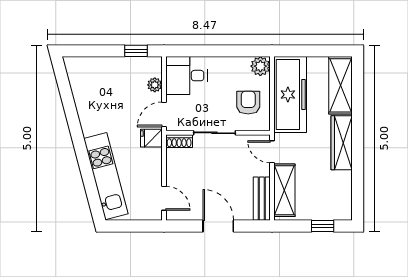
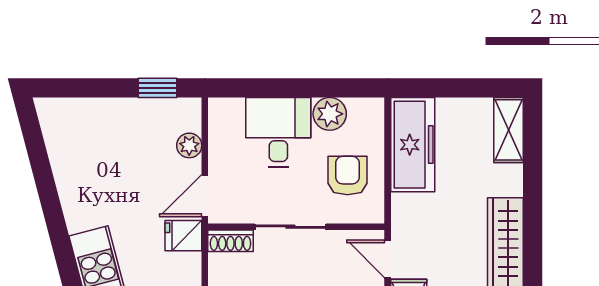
plant: (260, 66) -> (330, 114), moved
desk: (186, 76) -> (278, 132), moved, turned 90
shelving: (340, 85) -> (509, 130), width x0.67, depth x0.75
freezer: (290, 95) -> (413, 145), width x0.73, depth x0.79

